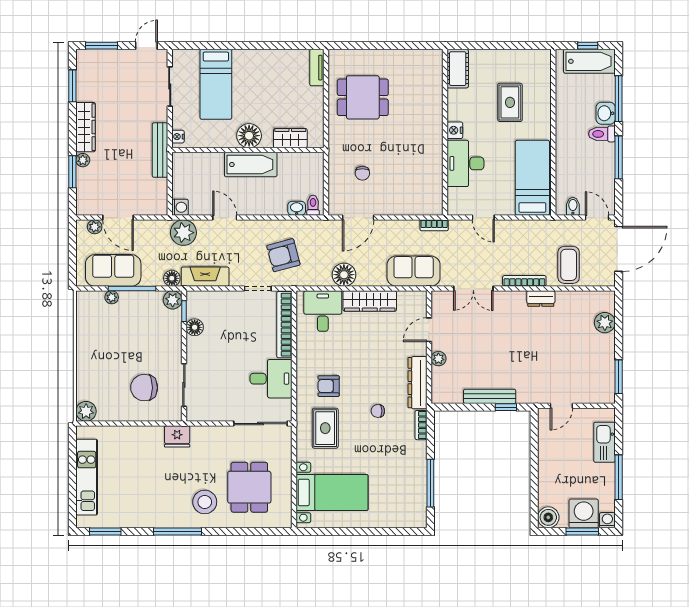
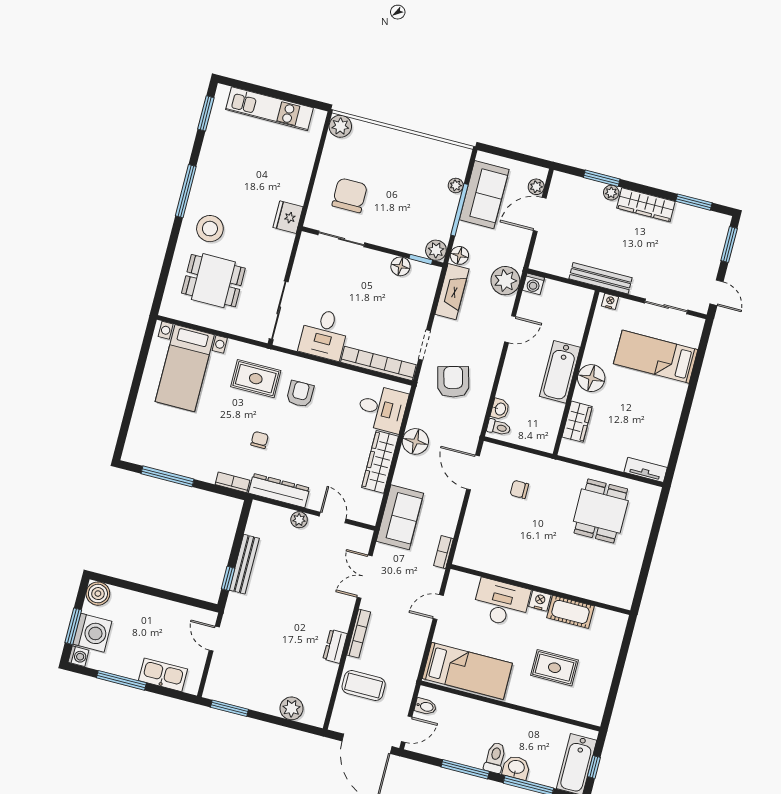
cot: (458, 69) -> (571, 612), moved

